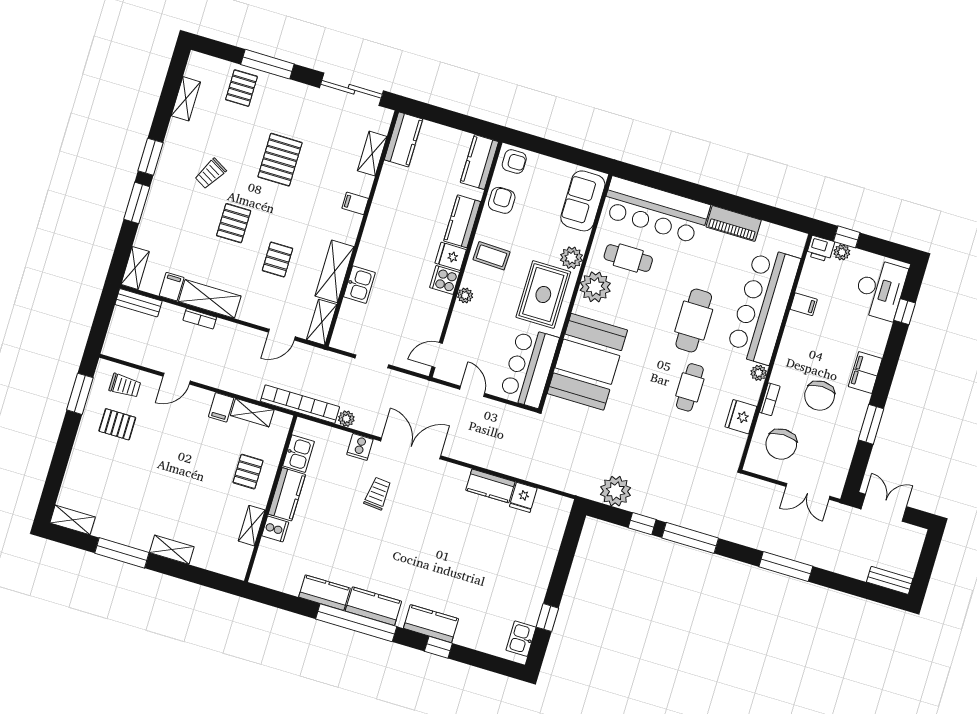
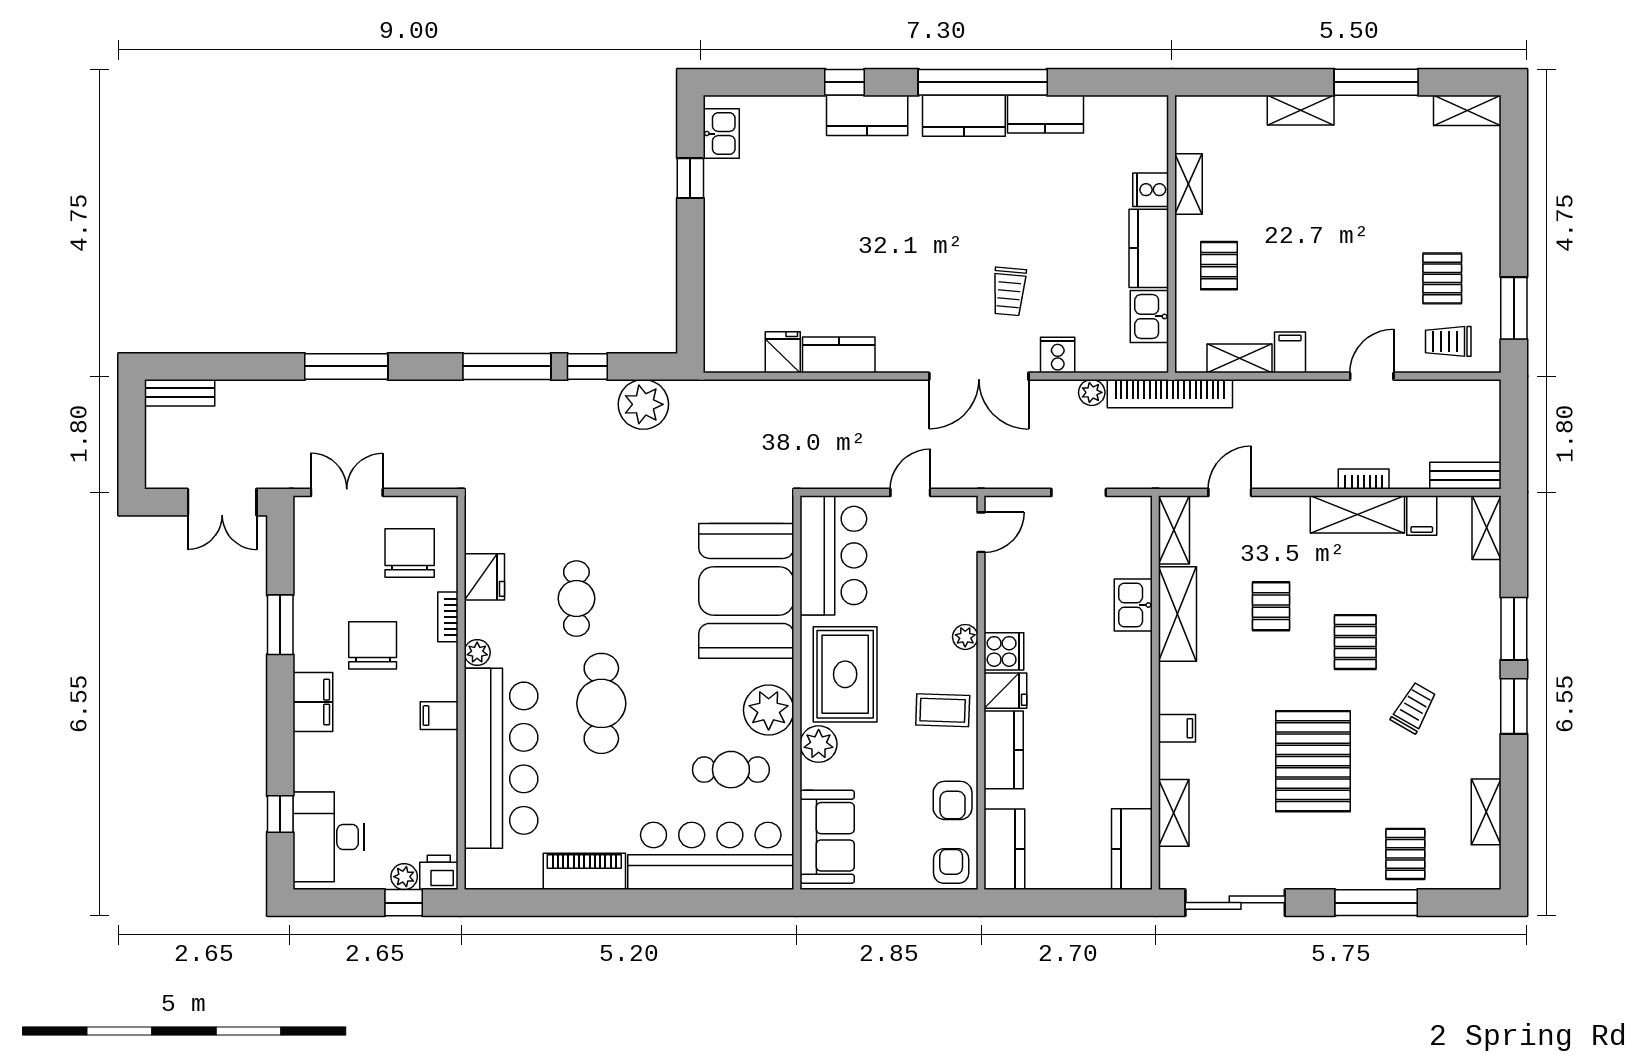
pallet: (280, 160) -> (1313, 761), width x1.37, depth x1.41
armchair: (514, 161) -> (951, 866), turned 90
filing cabinet: (804, 304) -> (439, 716), moved
door: (472, 391) -> (910, 492), swing flipped
pallet: (117, 424) -> (1442, 278), turned 90

